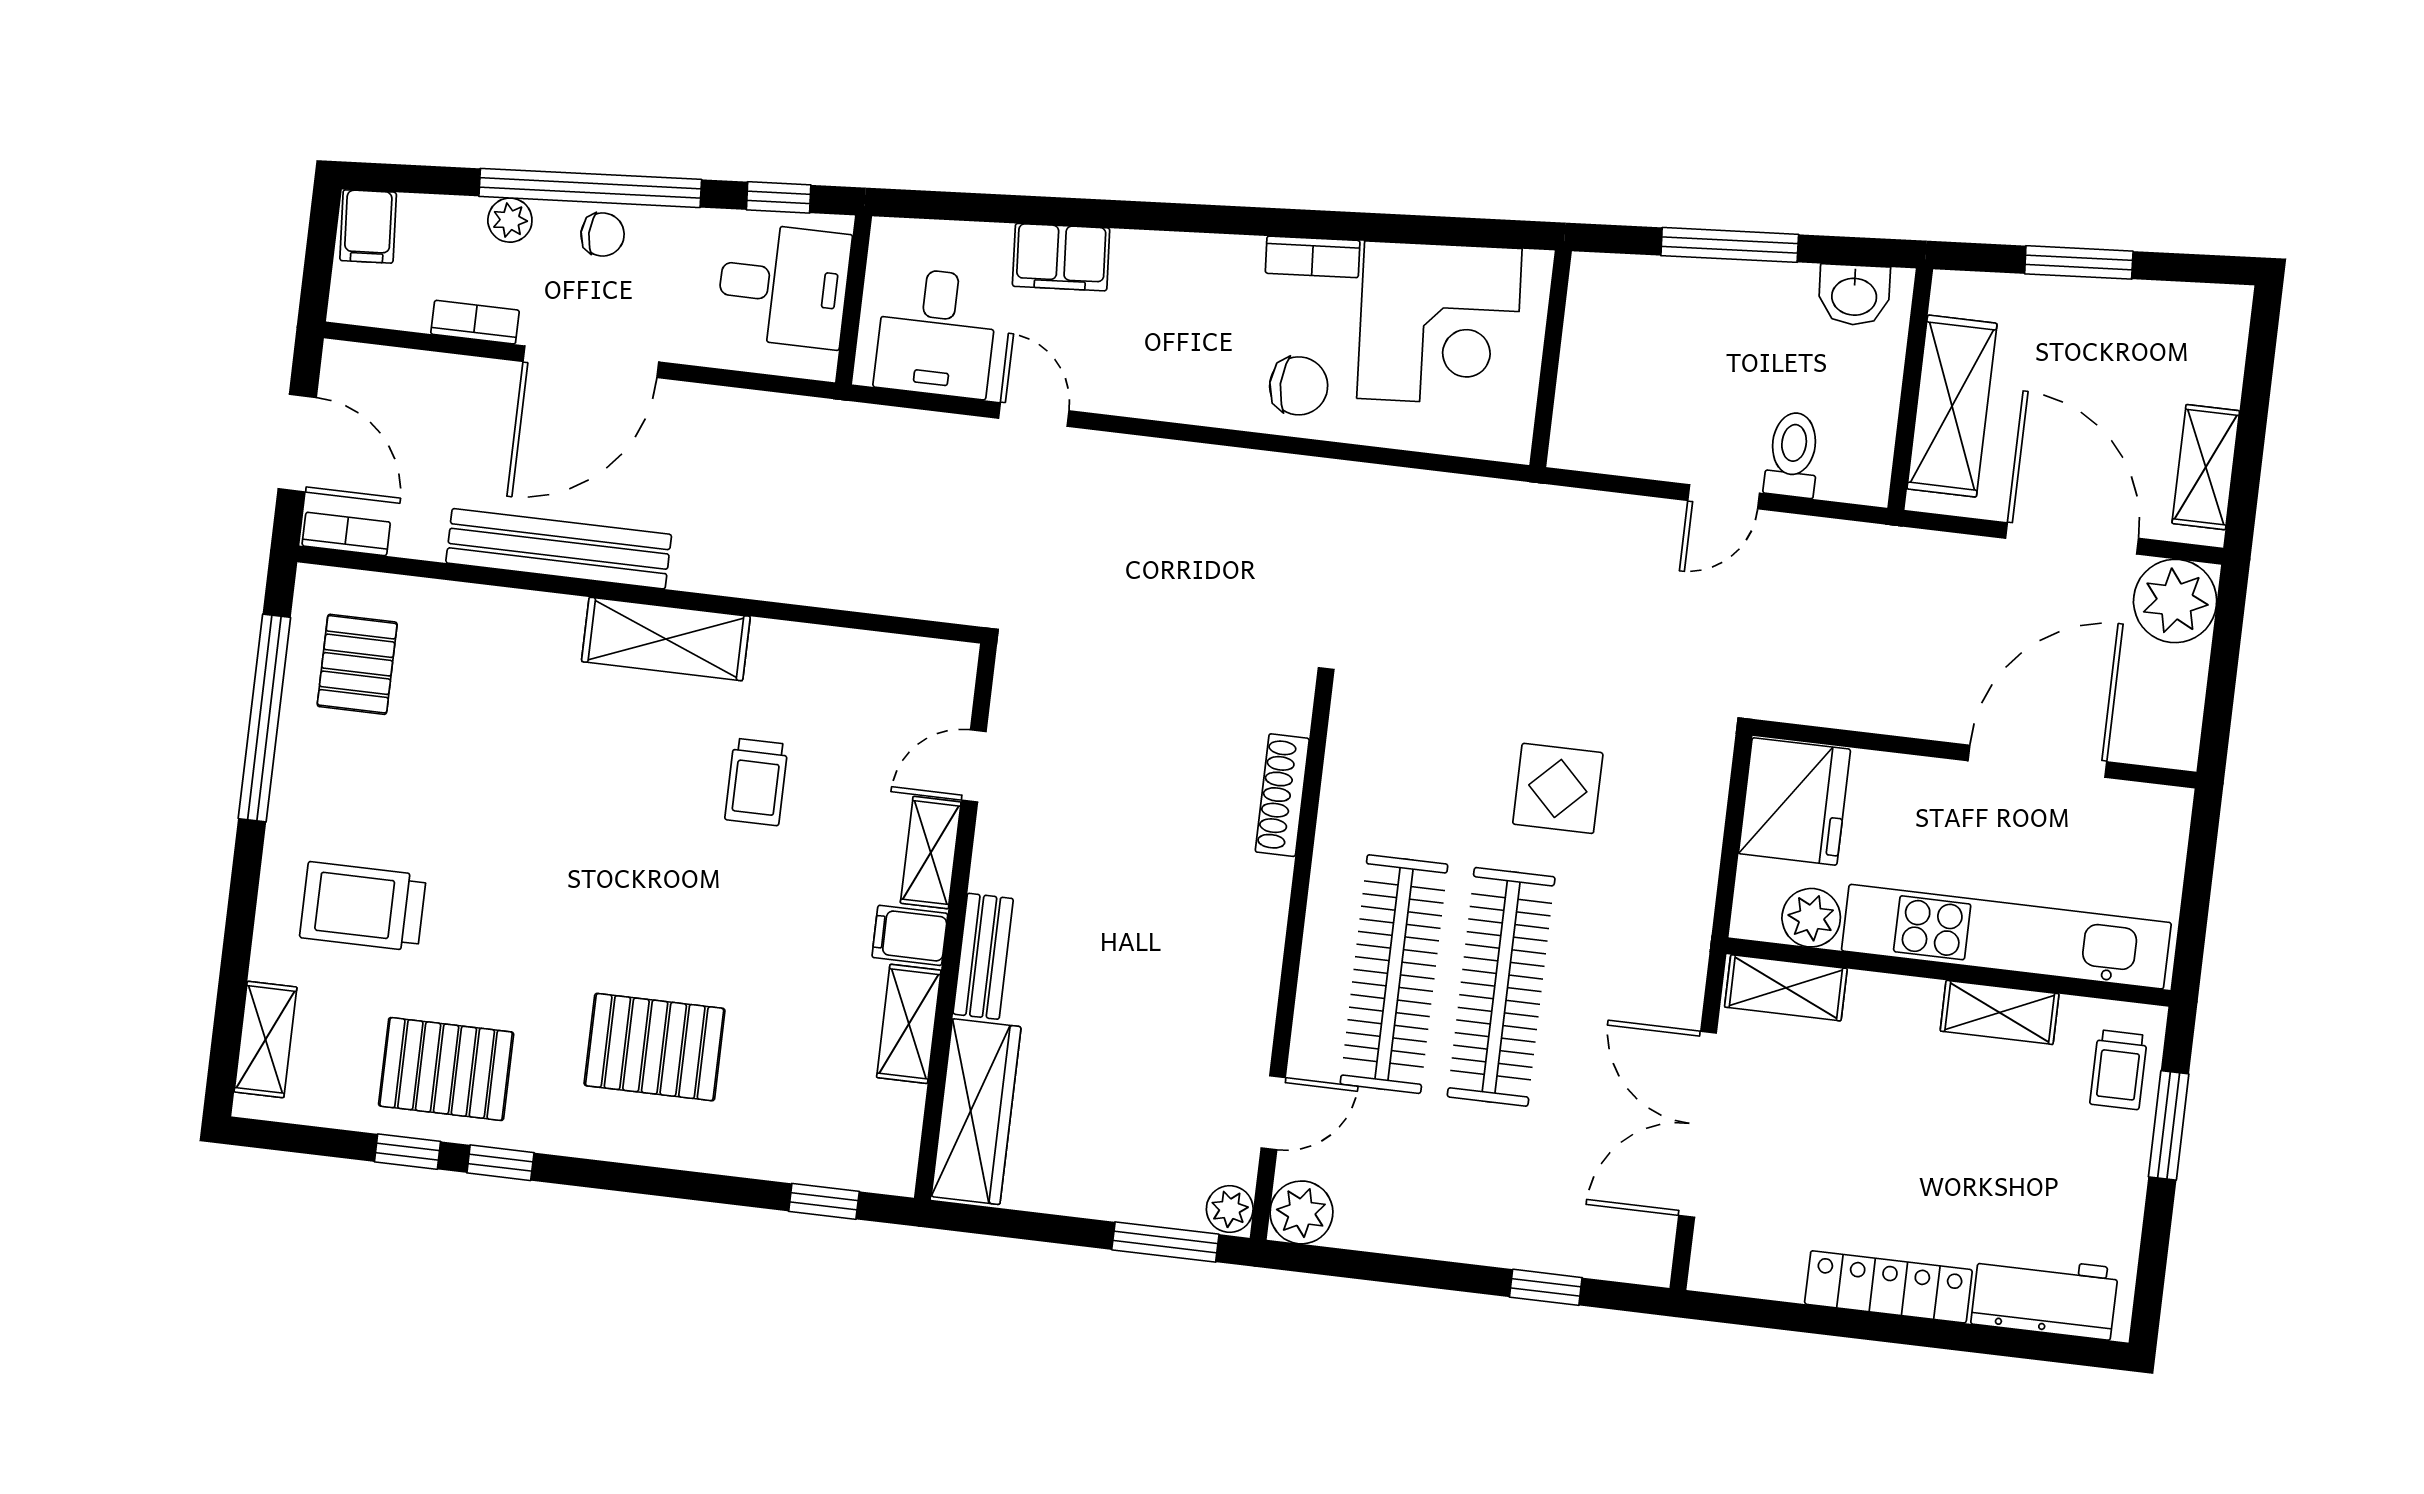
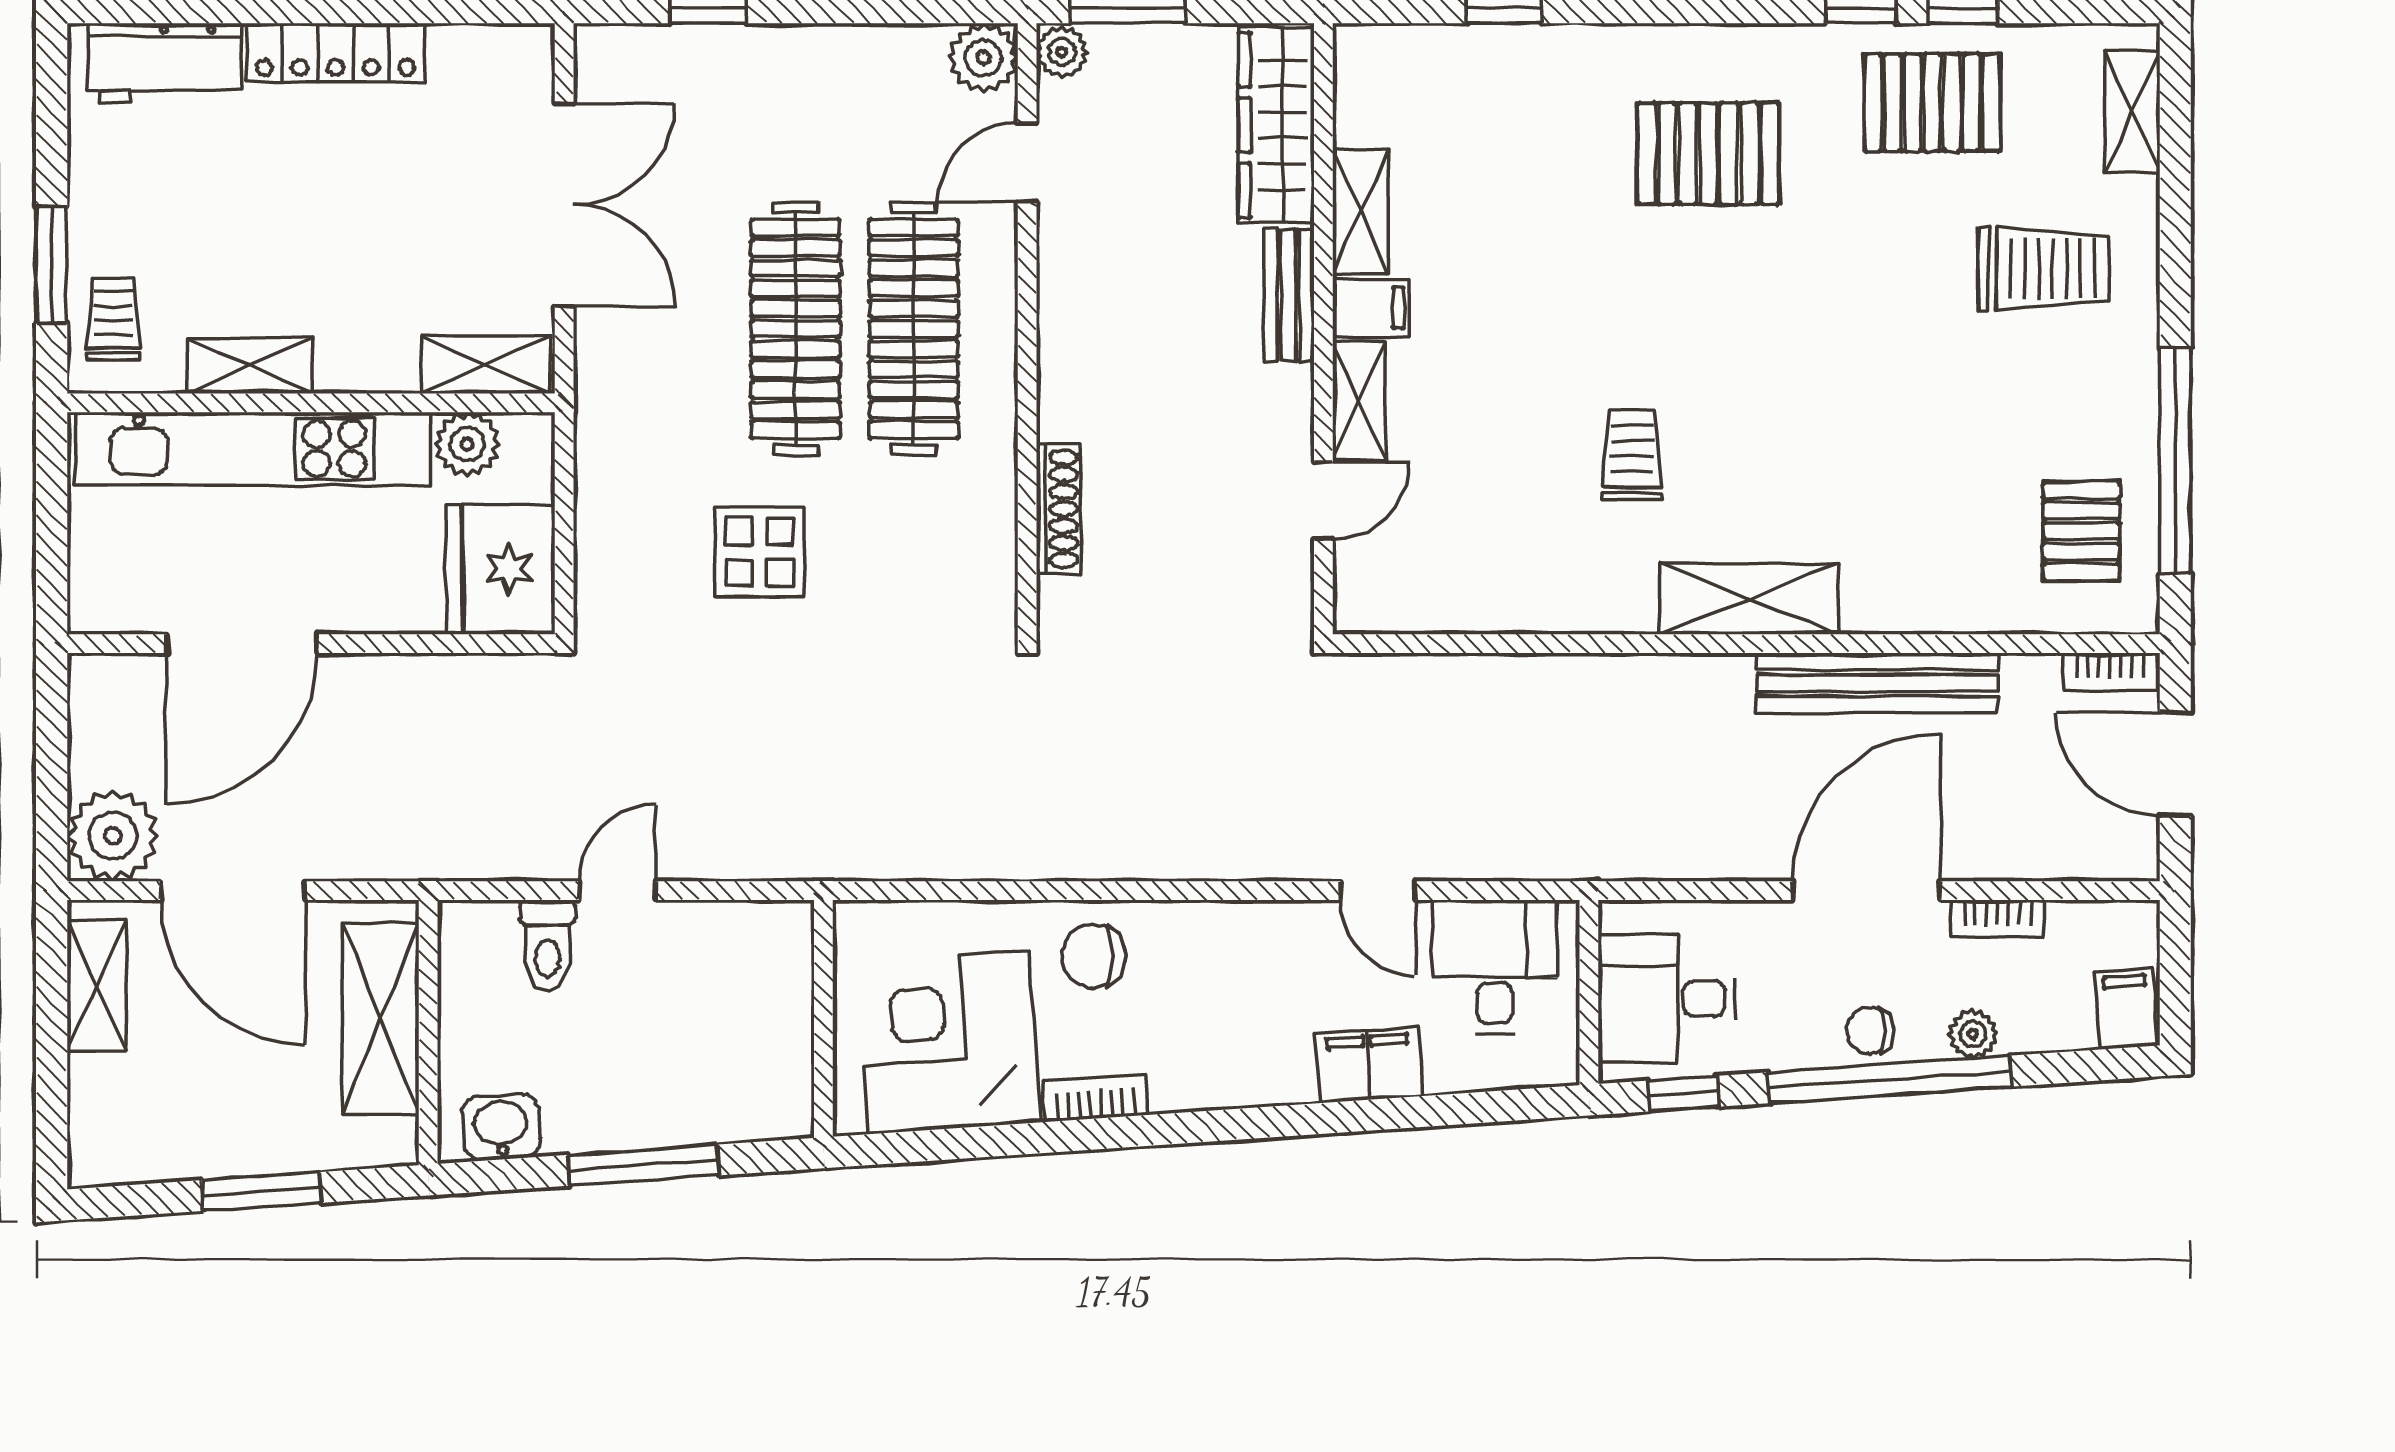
door: (974, 766) -> (1323, 501), moved
shelving: (931, 853) -> (1359, 401), moved
wall: (955, 922) -> (1323, 329), moved
filing cabinet: (910, 935) -> (1371, 308), moved
bench: (983, 956) -> (1289, 295), moved
shelving: (909, 1024) -> (1361, 212), moved
wardrobe: (976, 1112) -> (1276, 125), moved

